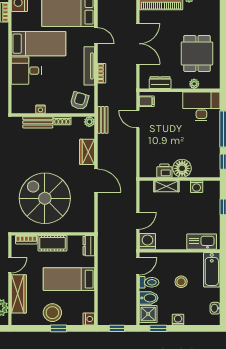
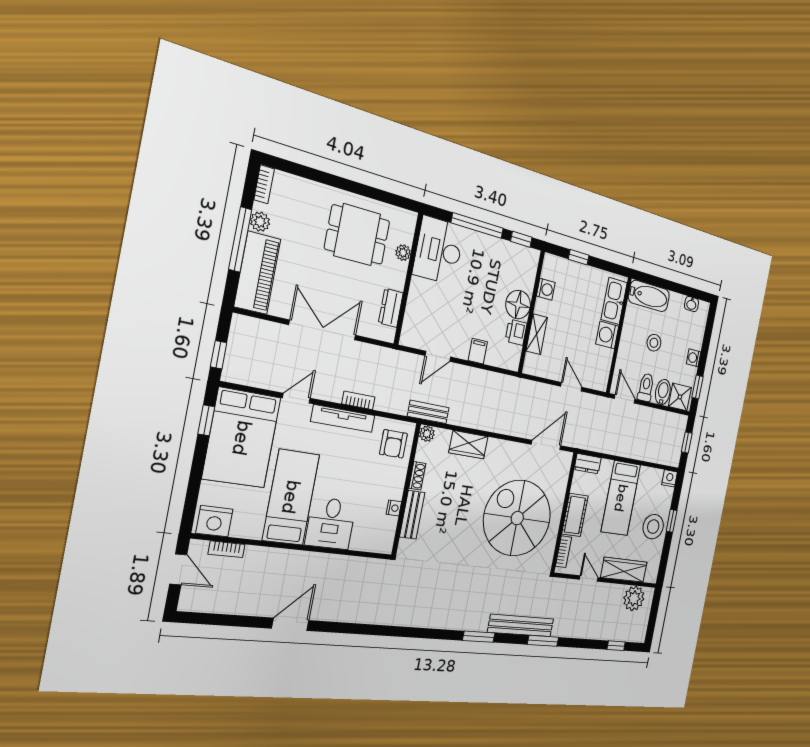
armchair: (79, 101) -> (393, 444), turned -106
filing cabinet: (147, 101) -> (478, 351), moved
door: (96, 181) -> (546, 445), moved
spiral stairs: (45, 198) -> (517, 518), turned 90
washing machine: (147, 241) -> (607, 335), moved

